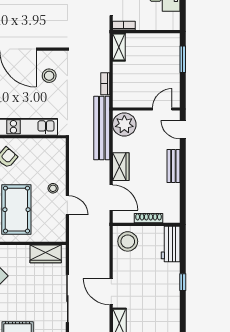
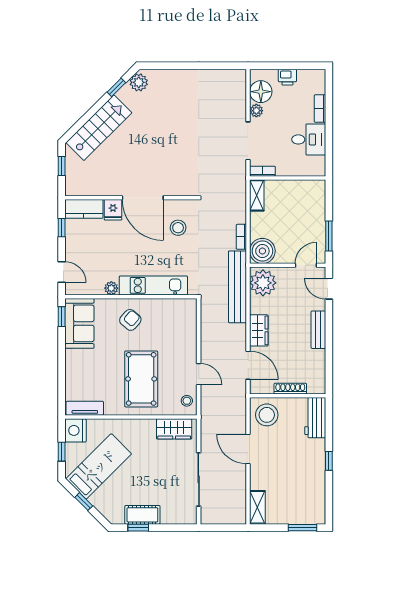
window: (183, 59) -> (329, 236), moved
boiler: (124, 96) -> (262, 251), added
stool: (53, 188) -> (187, 401), moved
door: (111, 292) -> (248, 449), moved

